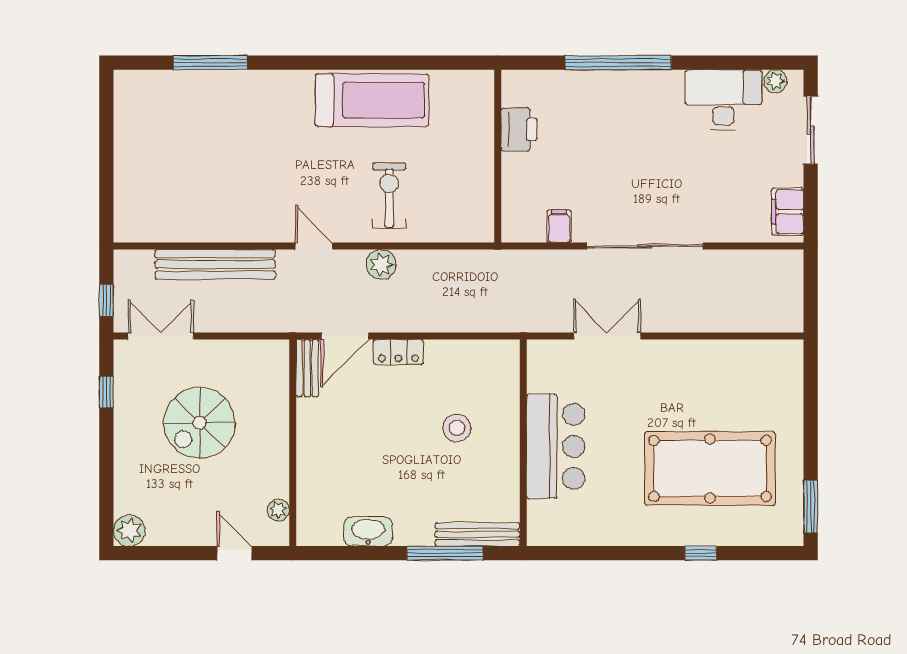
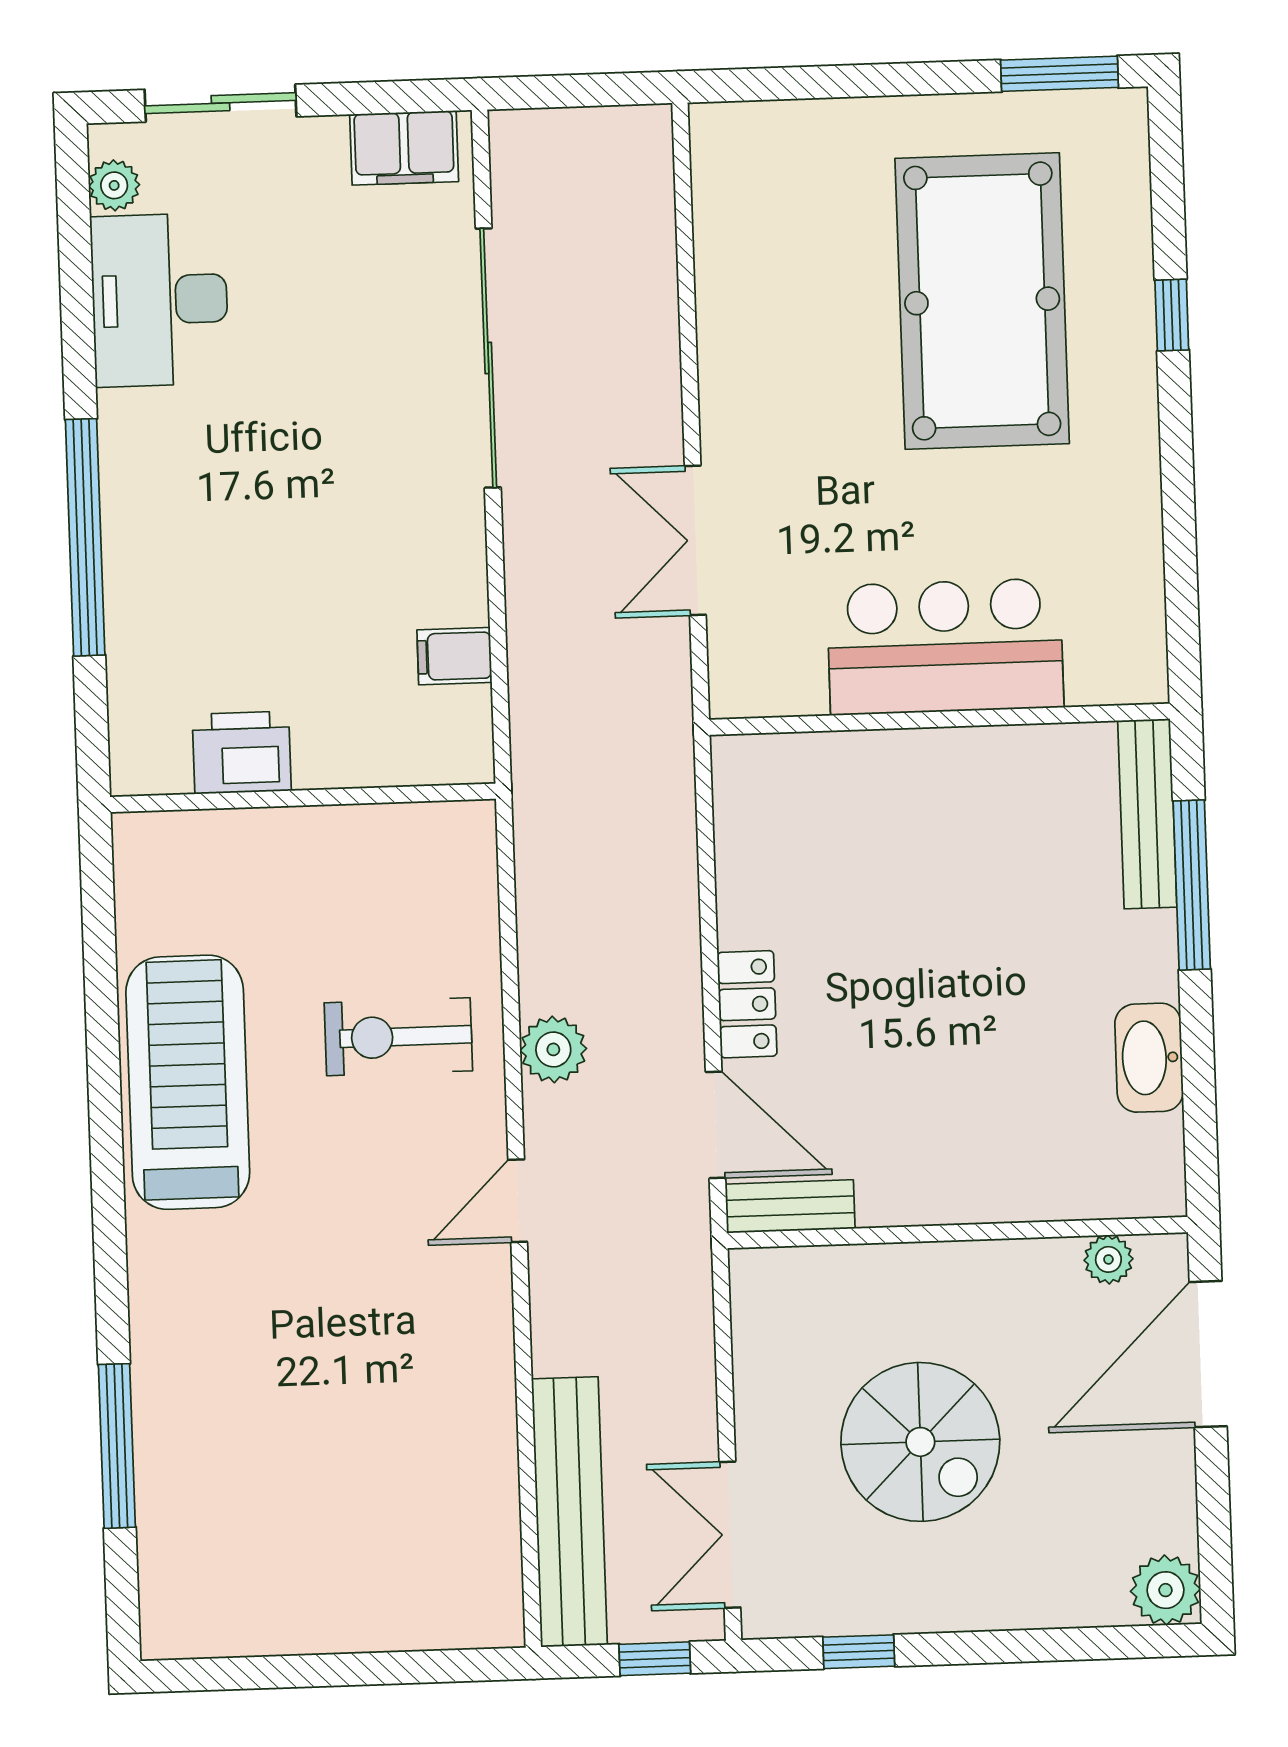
sliding door: (645, 246) -> (488, 358), moved
bench: (215, 264) -> (569, 1512), moved
stool: (457, 428) -> (911, 868), removed
door: (234, 553) -> (1208, 1354), width x1.88

